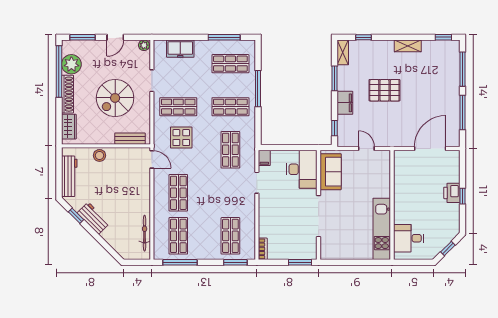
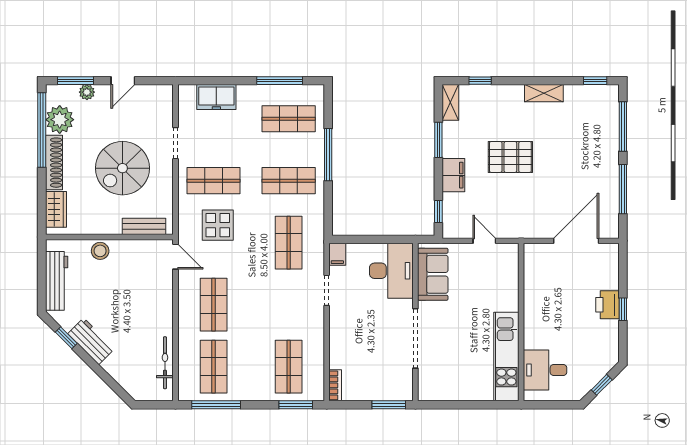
plant: (144, 45) -> (87, 92), moved

